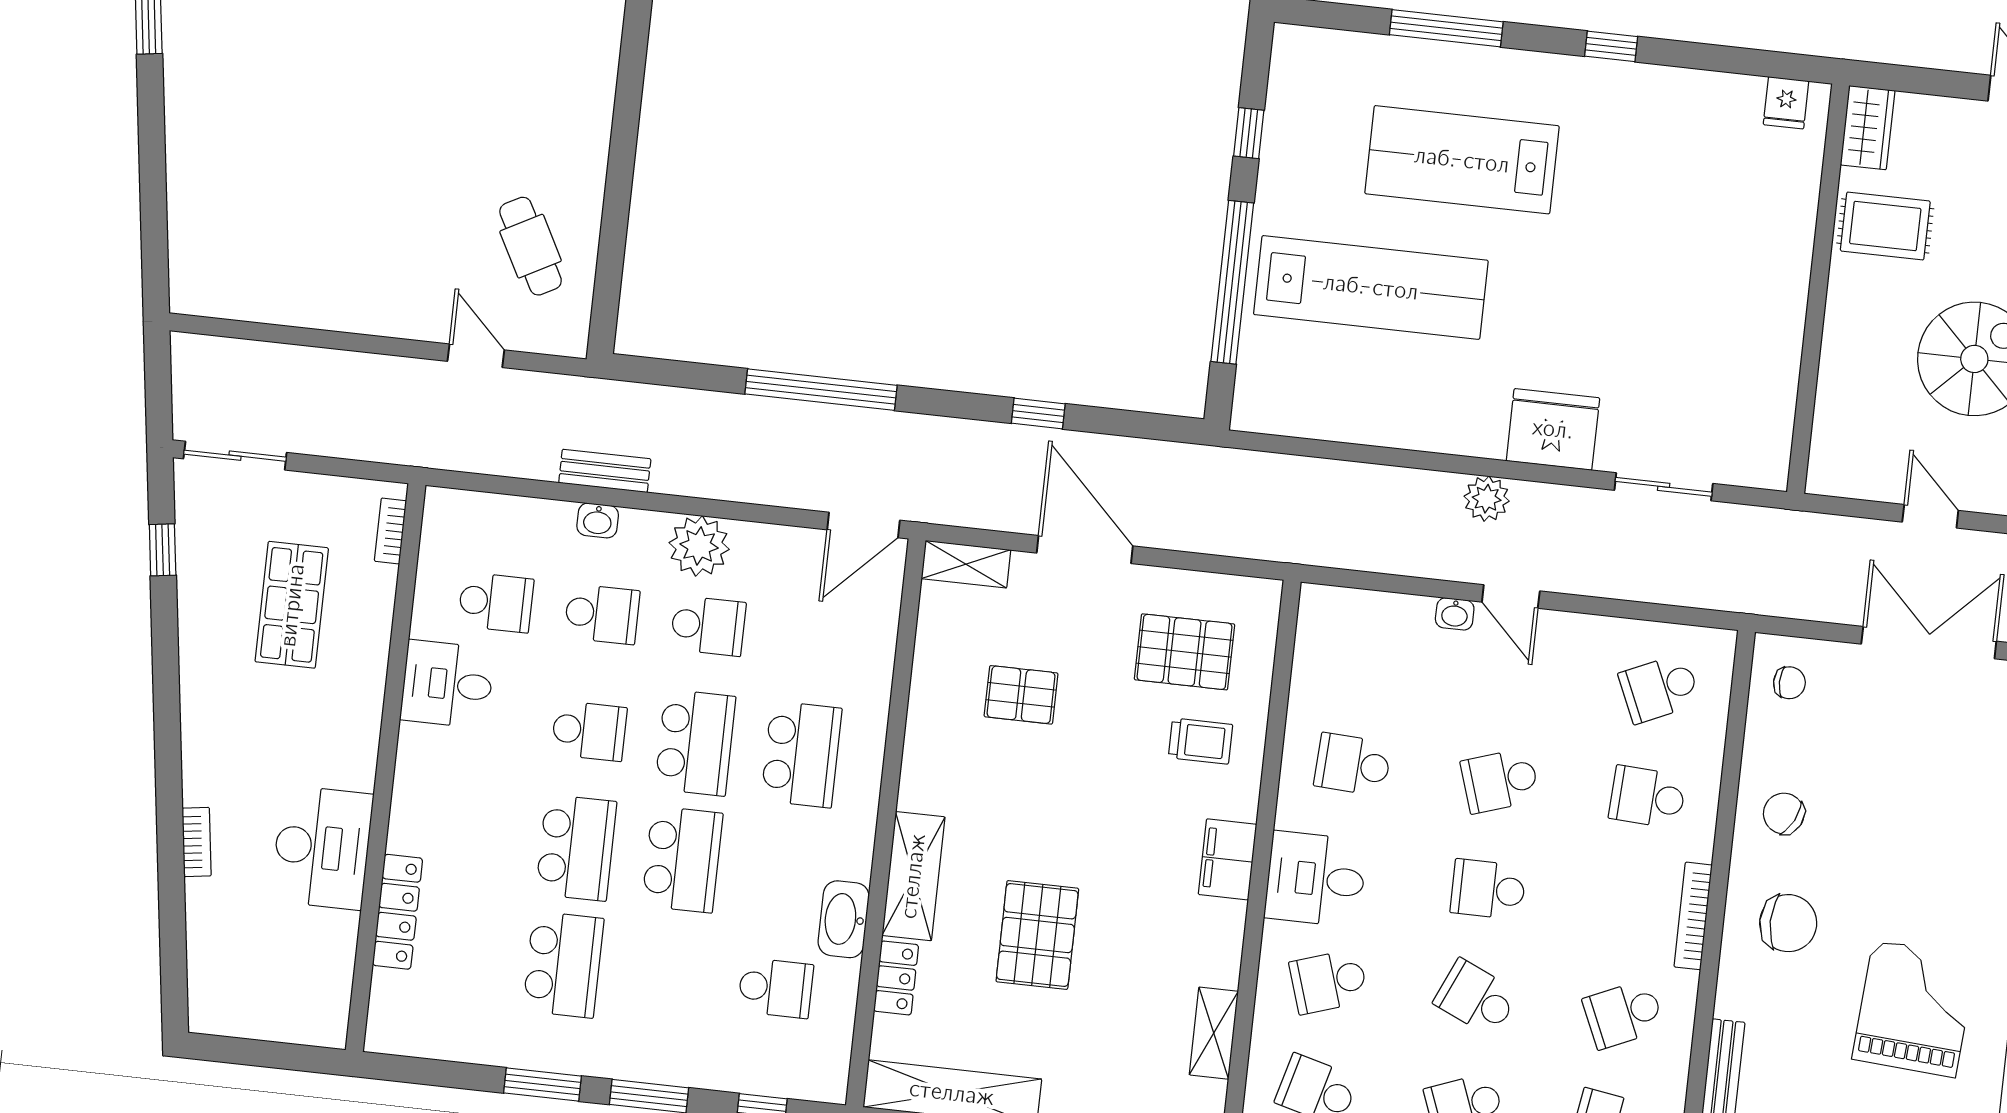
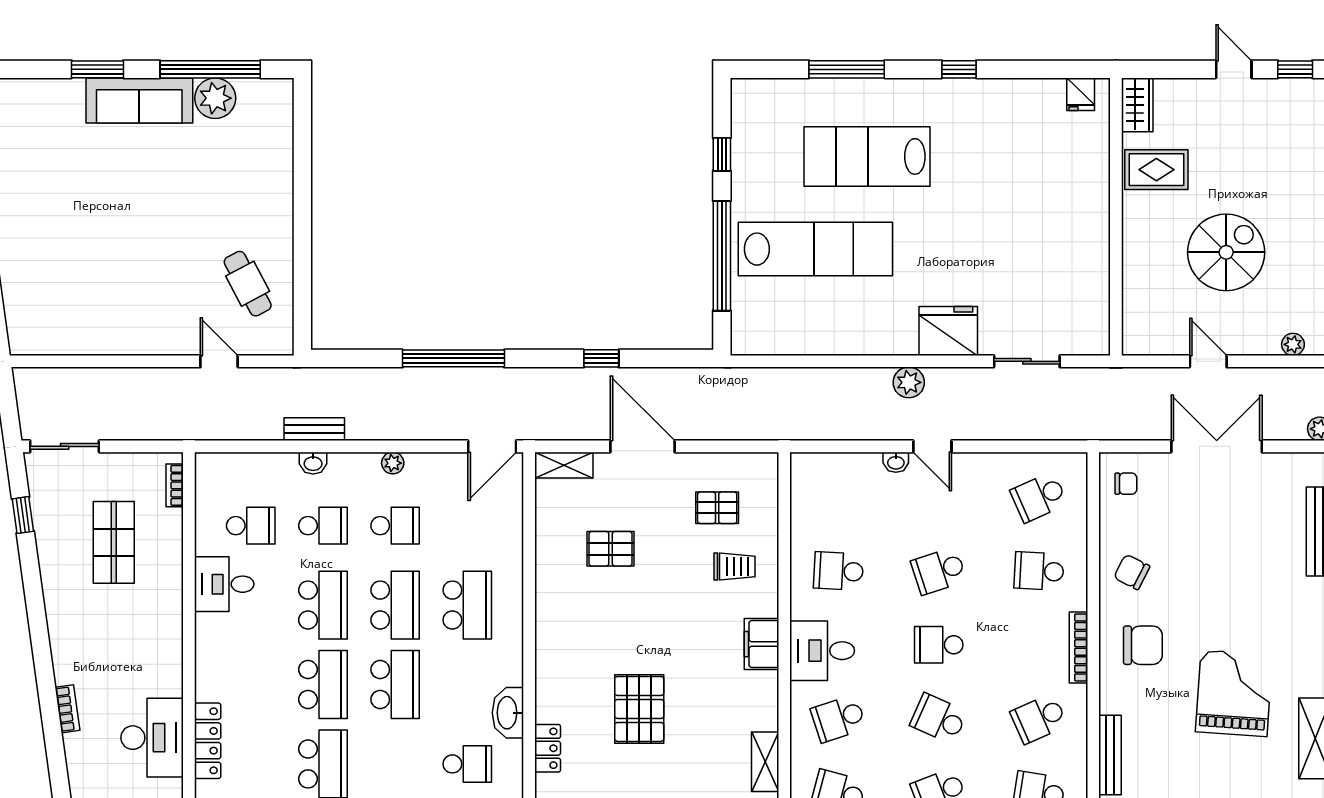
plant: (699, 546) -> (393, 463), width x0.53, depth x0.53
pallet: (1185, 652) -> (717, 508), width x0.67, depth x0.71
school desk: (589, 731) -> (323, 605), width x1.85
desk: (322, 848) -> (152, 738), moved
shelving: (913, 876) -> (552, 679), removed

